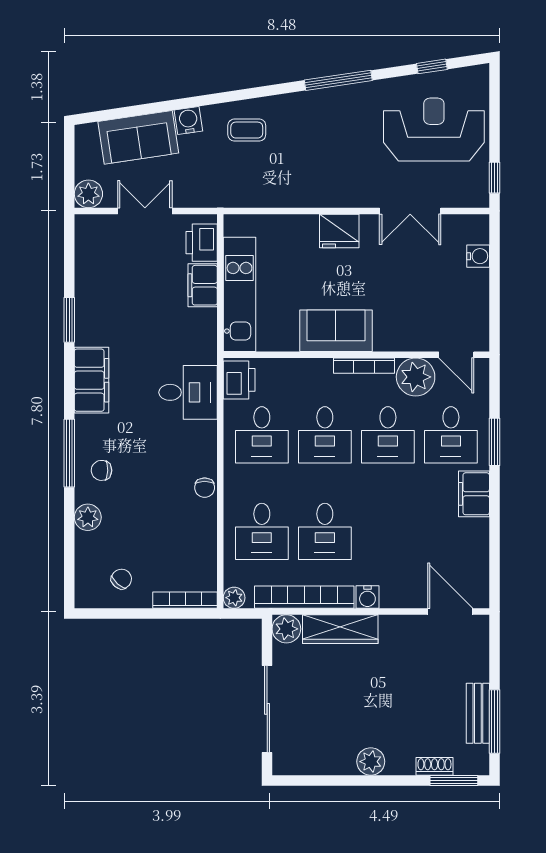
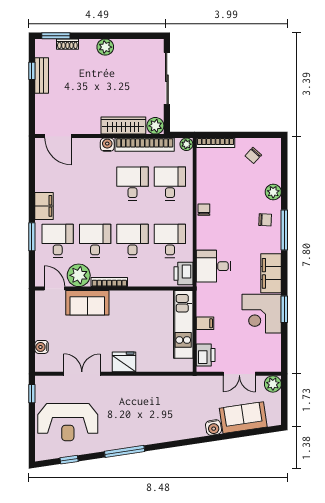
coffee table: (247, 130) -> (179, 422), removed
filing cabinet: (203, 285) -> (205, 323), width x0.50
corner desk: (107, 312) -> (262, 314), added
sofa: (336, 331) -> (87, 303), moved
window: (495, 721) -> (32, 71), width x0.46

